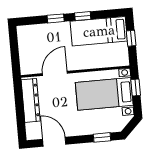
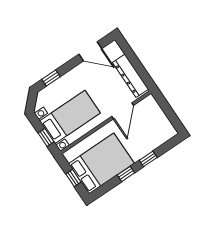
bed: (99, 31) -> (101, 163), width x1.50

